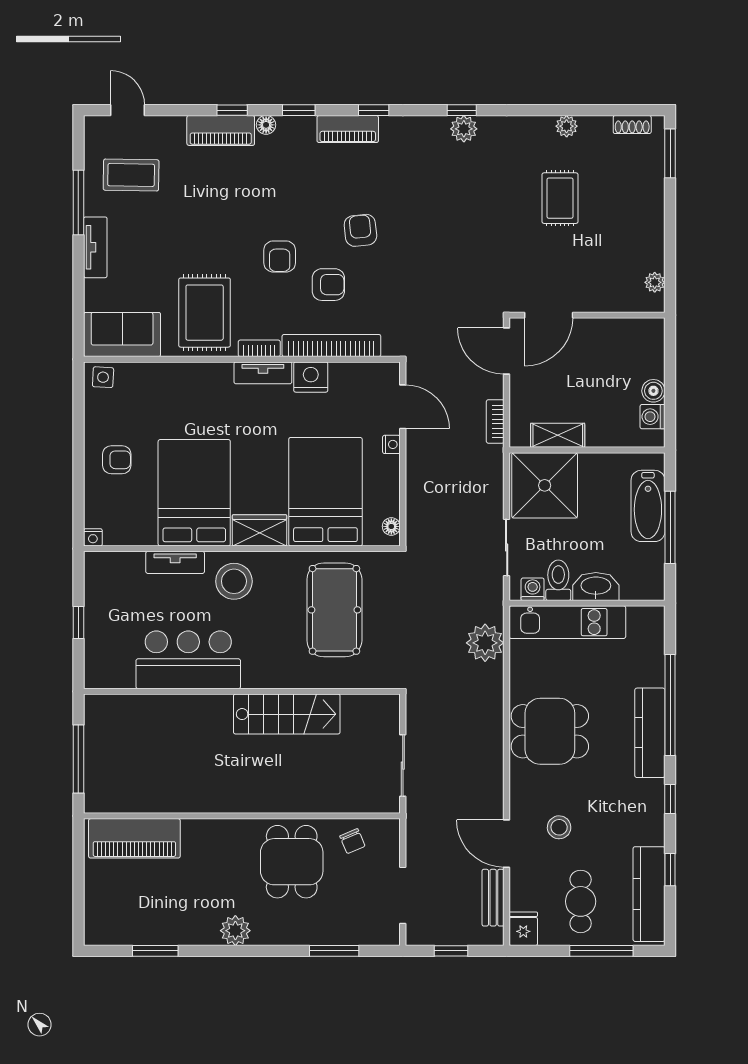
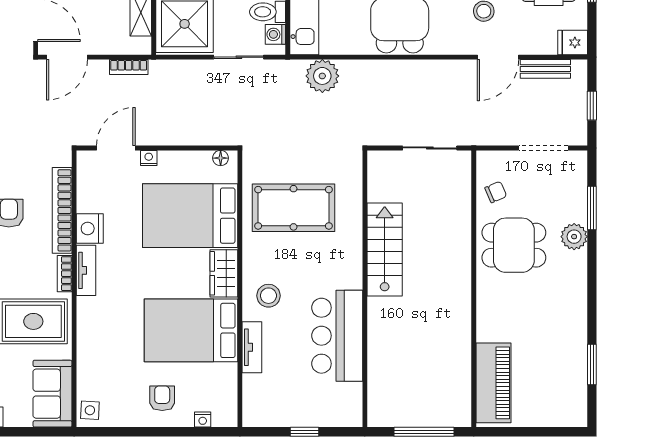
nightstand: (93, 537) -> (203, 420), moved, turned 90
stool: (234, 581) -> (268, 296), width x0.73, depth x0.73
plant: (235, 931) -> (574, 237), moved

